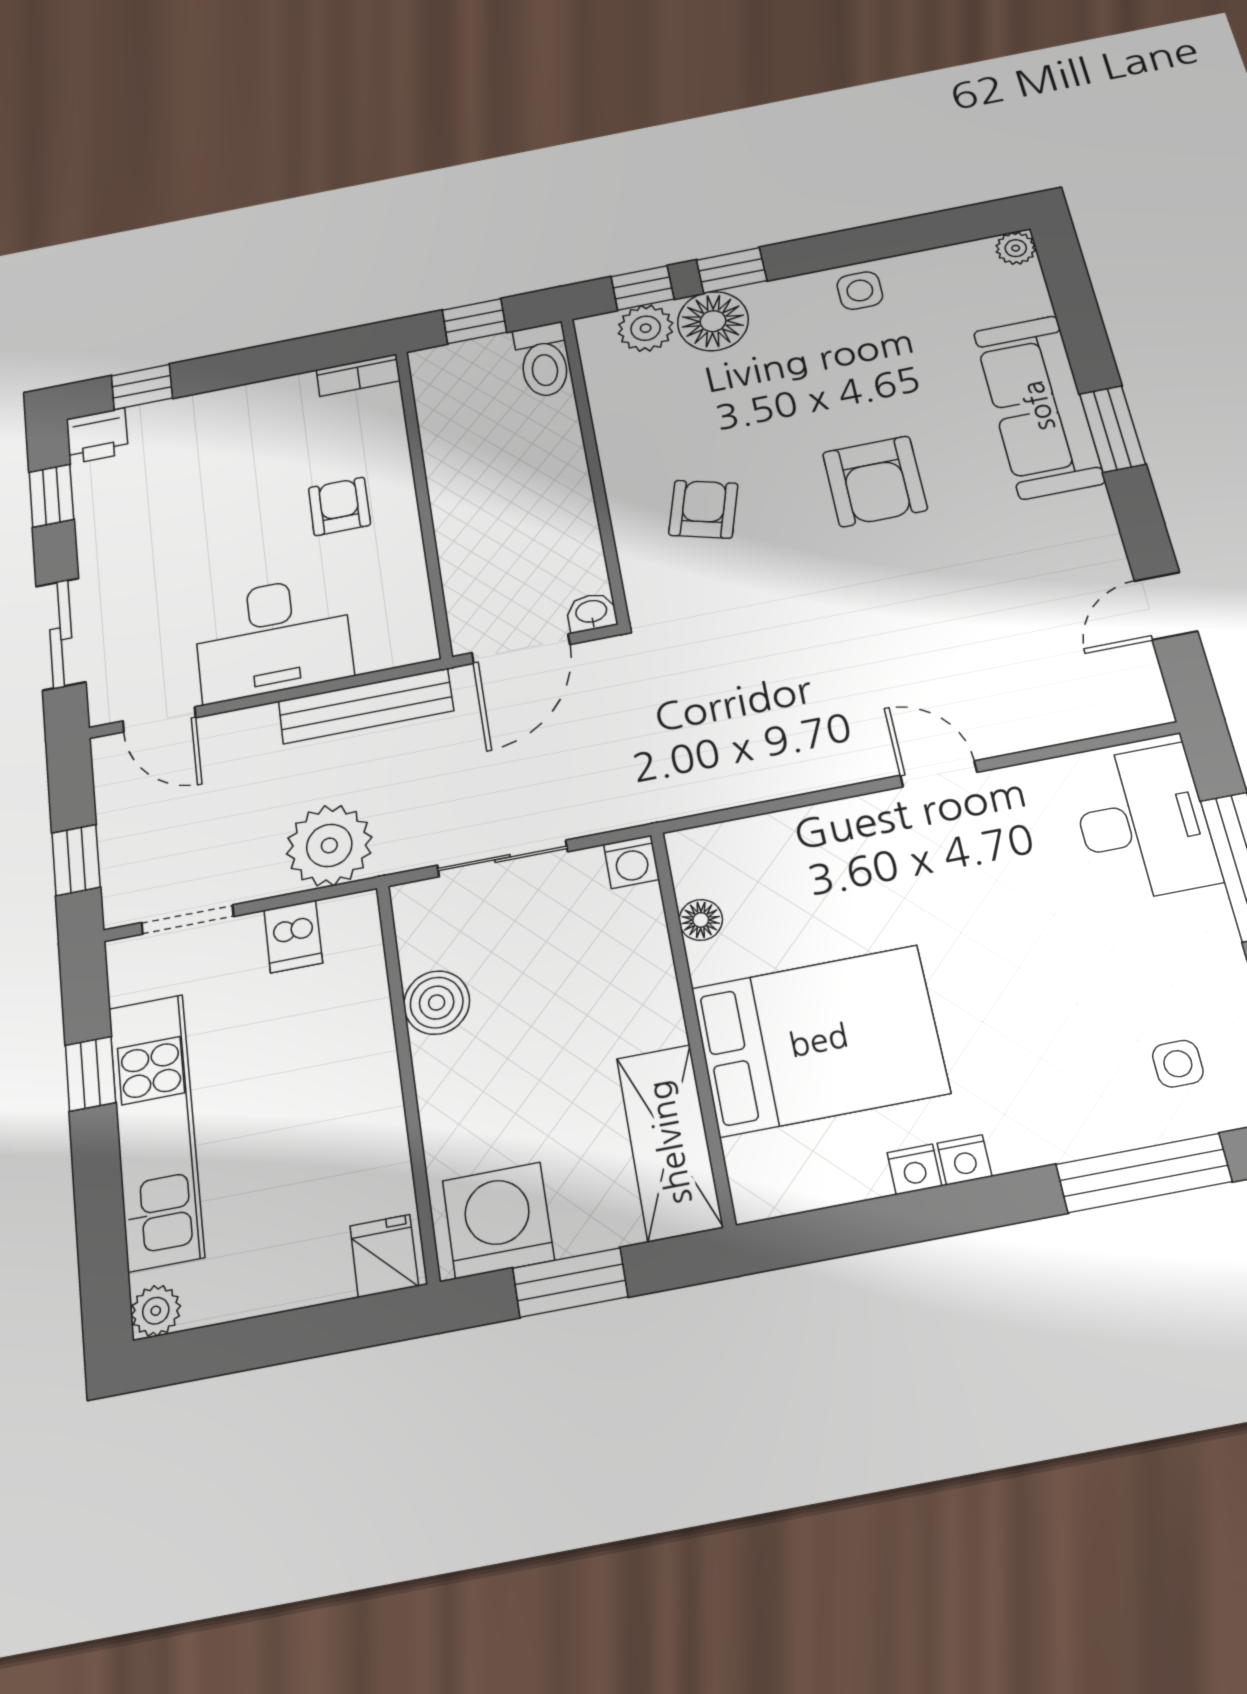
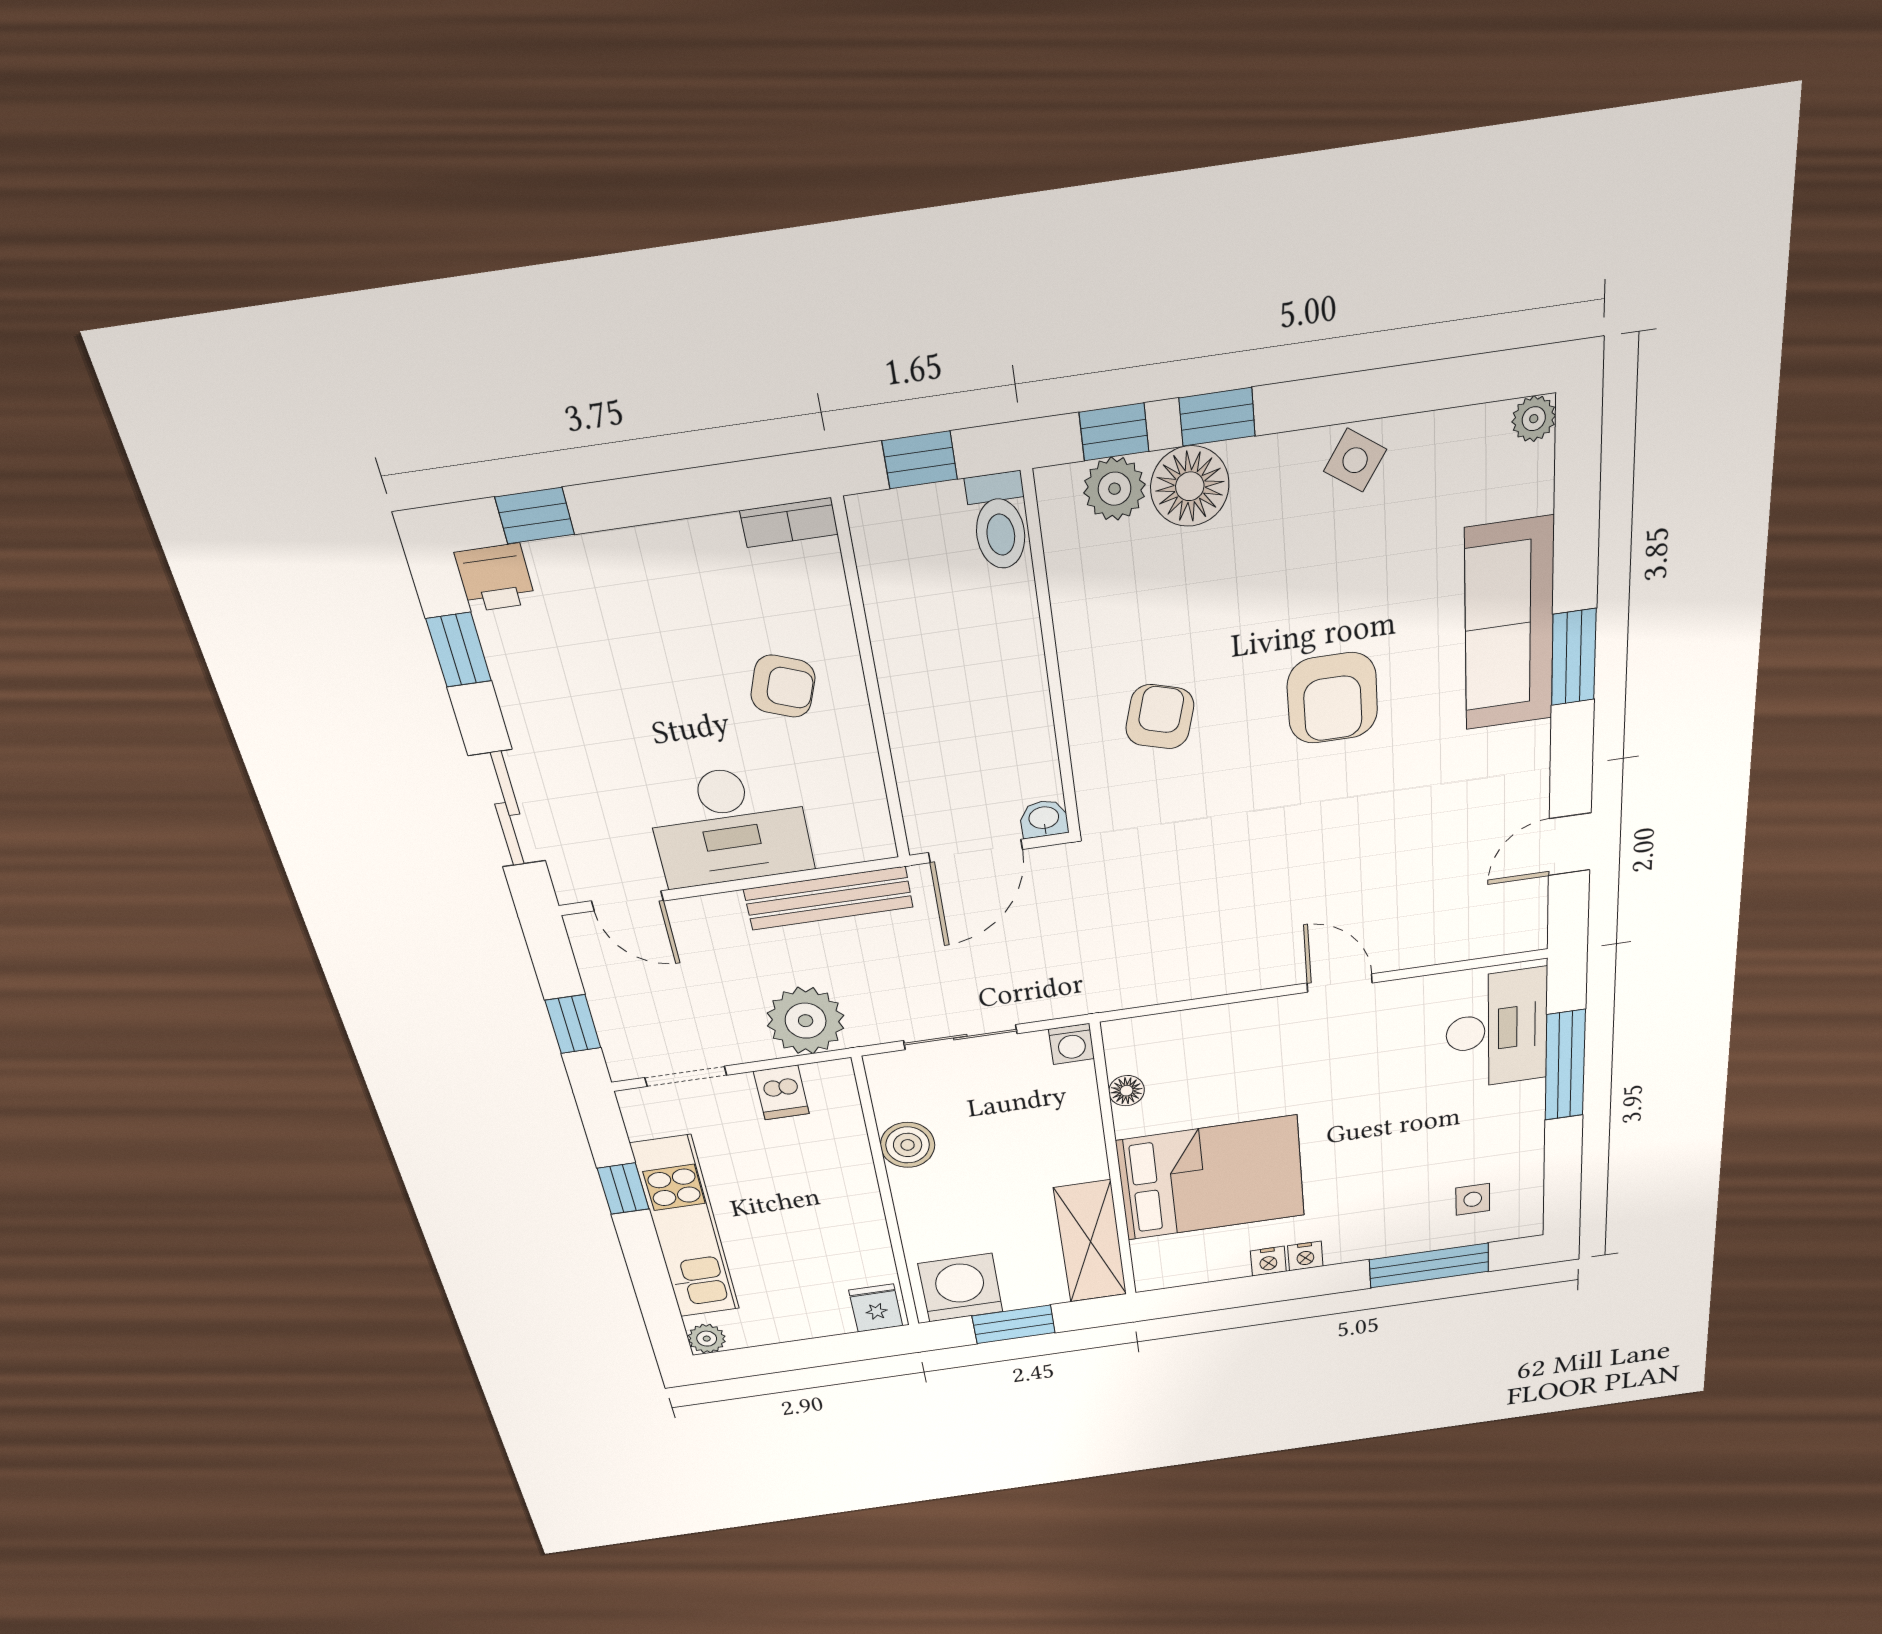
side table: (860, 291) -> (1355, 460), turned 34
armchair: (339, 506) -> (783, 686), turned 110

